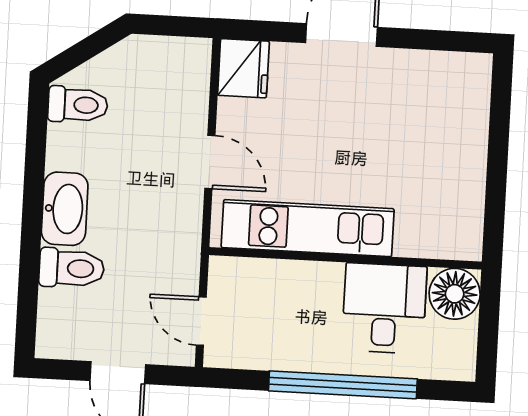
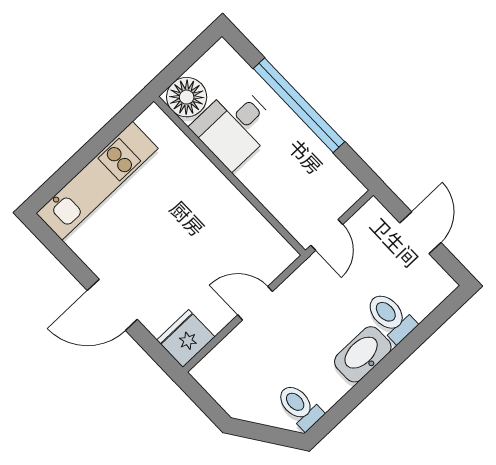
door: (210, 162) -> (255, 303), hinge flipped
kitchen unit: (308, 228) -> (97, 181), moved, turned -90
door: (201, 321) -> (327, 235), moved

